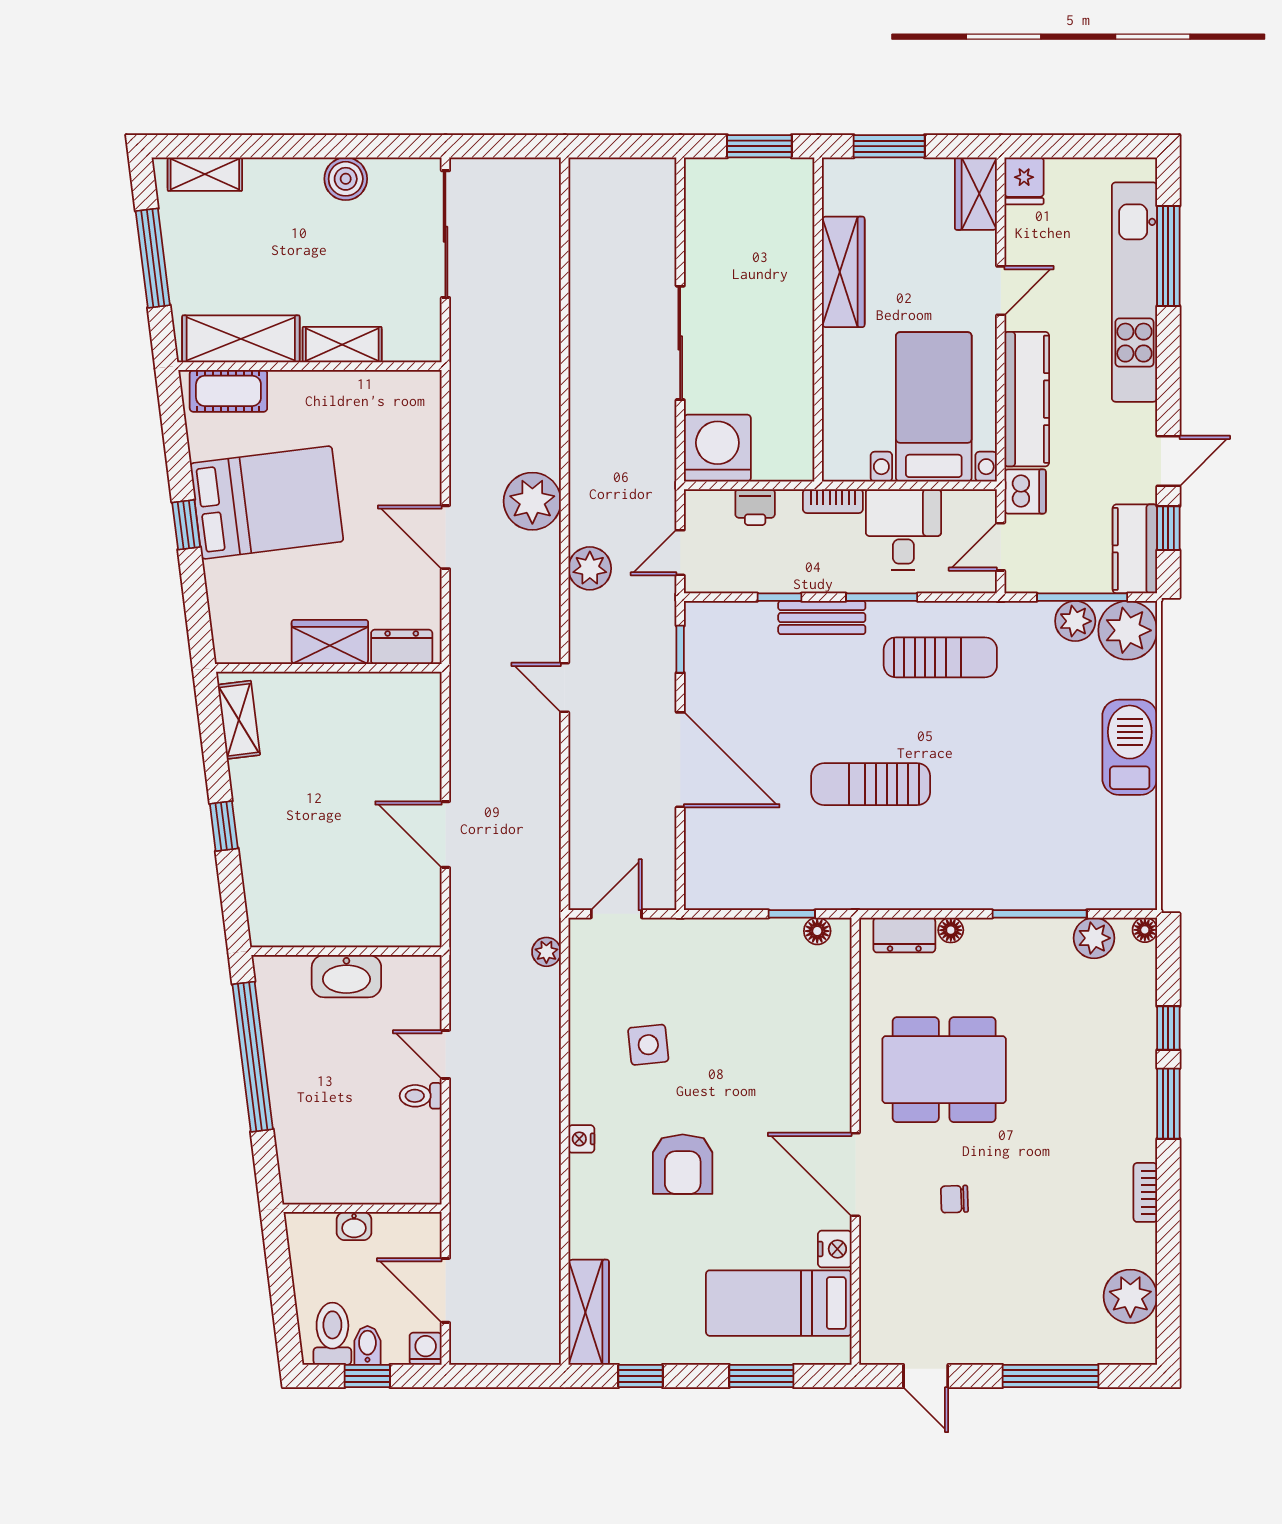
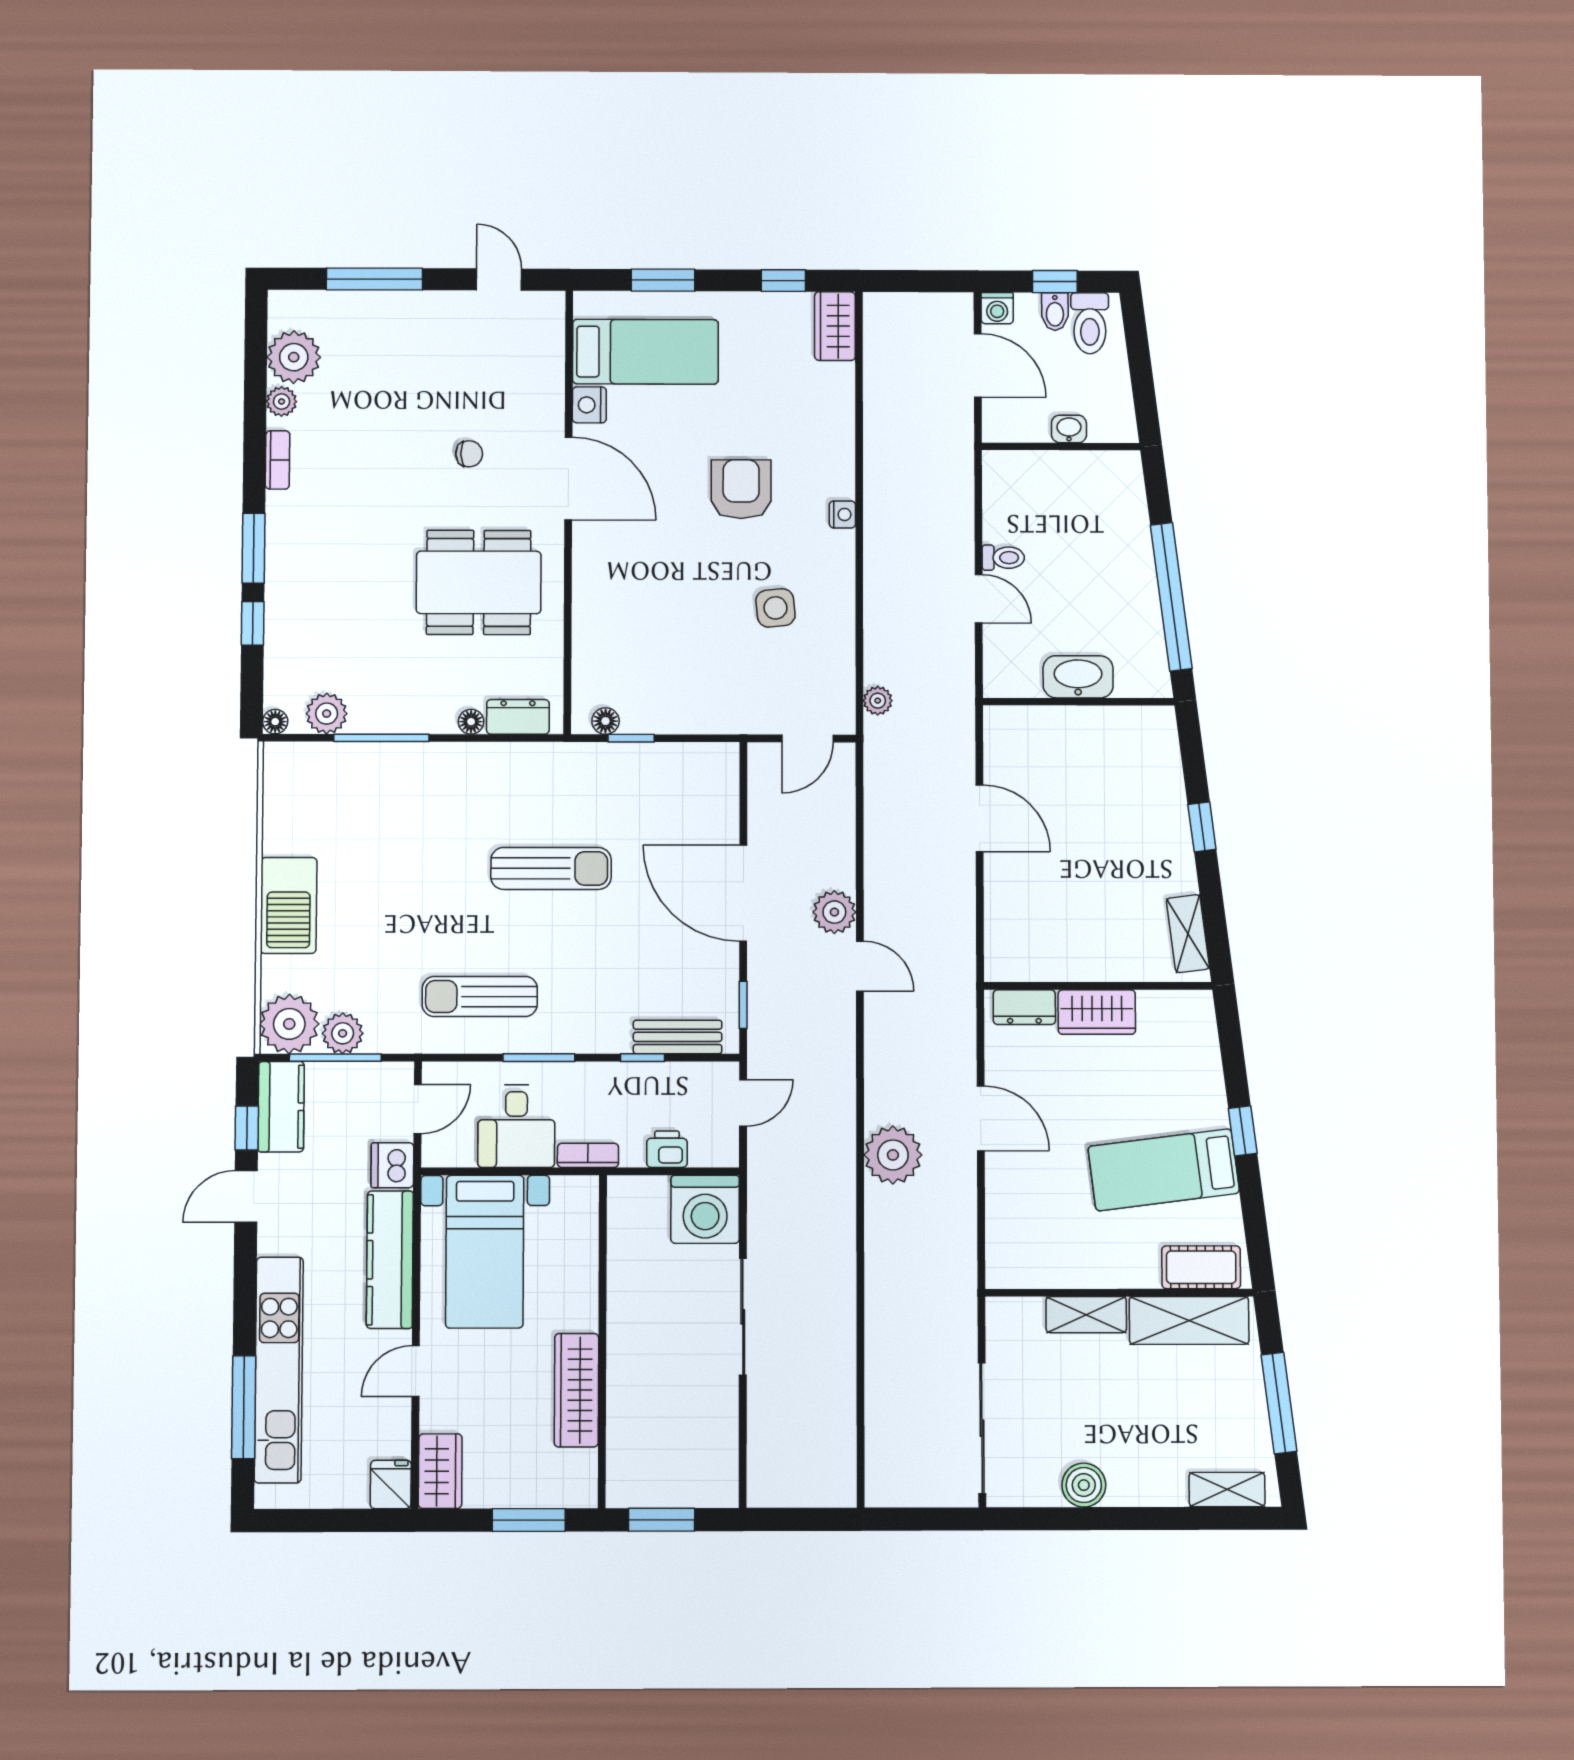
bed: (267, 502) -> (1164, 1170), width x0.67
plant: (590, 568) -> (834, 912), moved
bench: (822, 618) -> (678, 1037), moved
plant: (1142, 1251) -> (282, 401), added
wardrobe: (589, 1312) -> (835, 326), width x0.67

